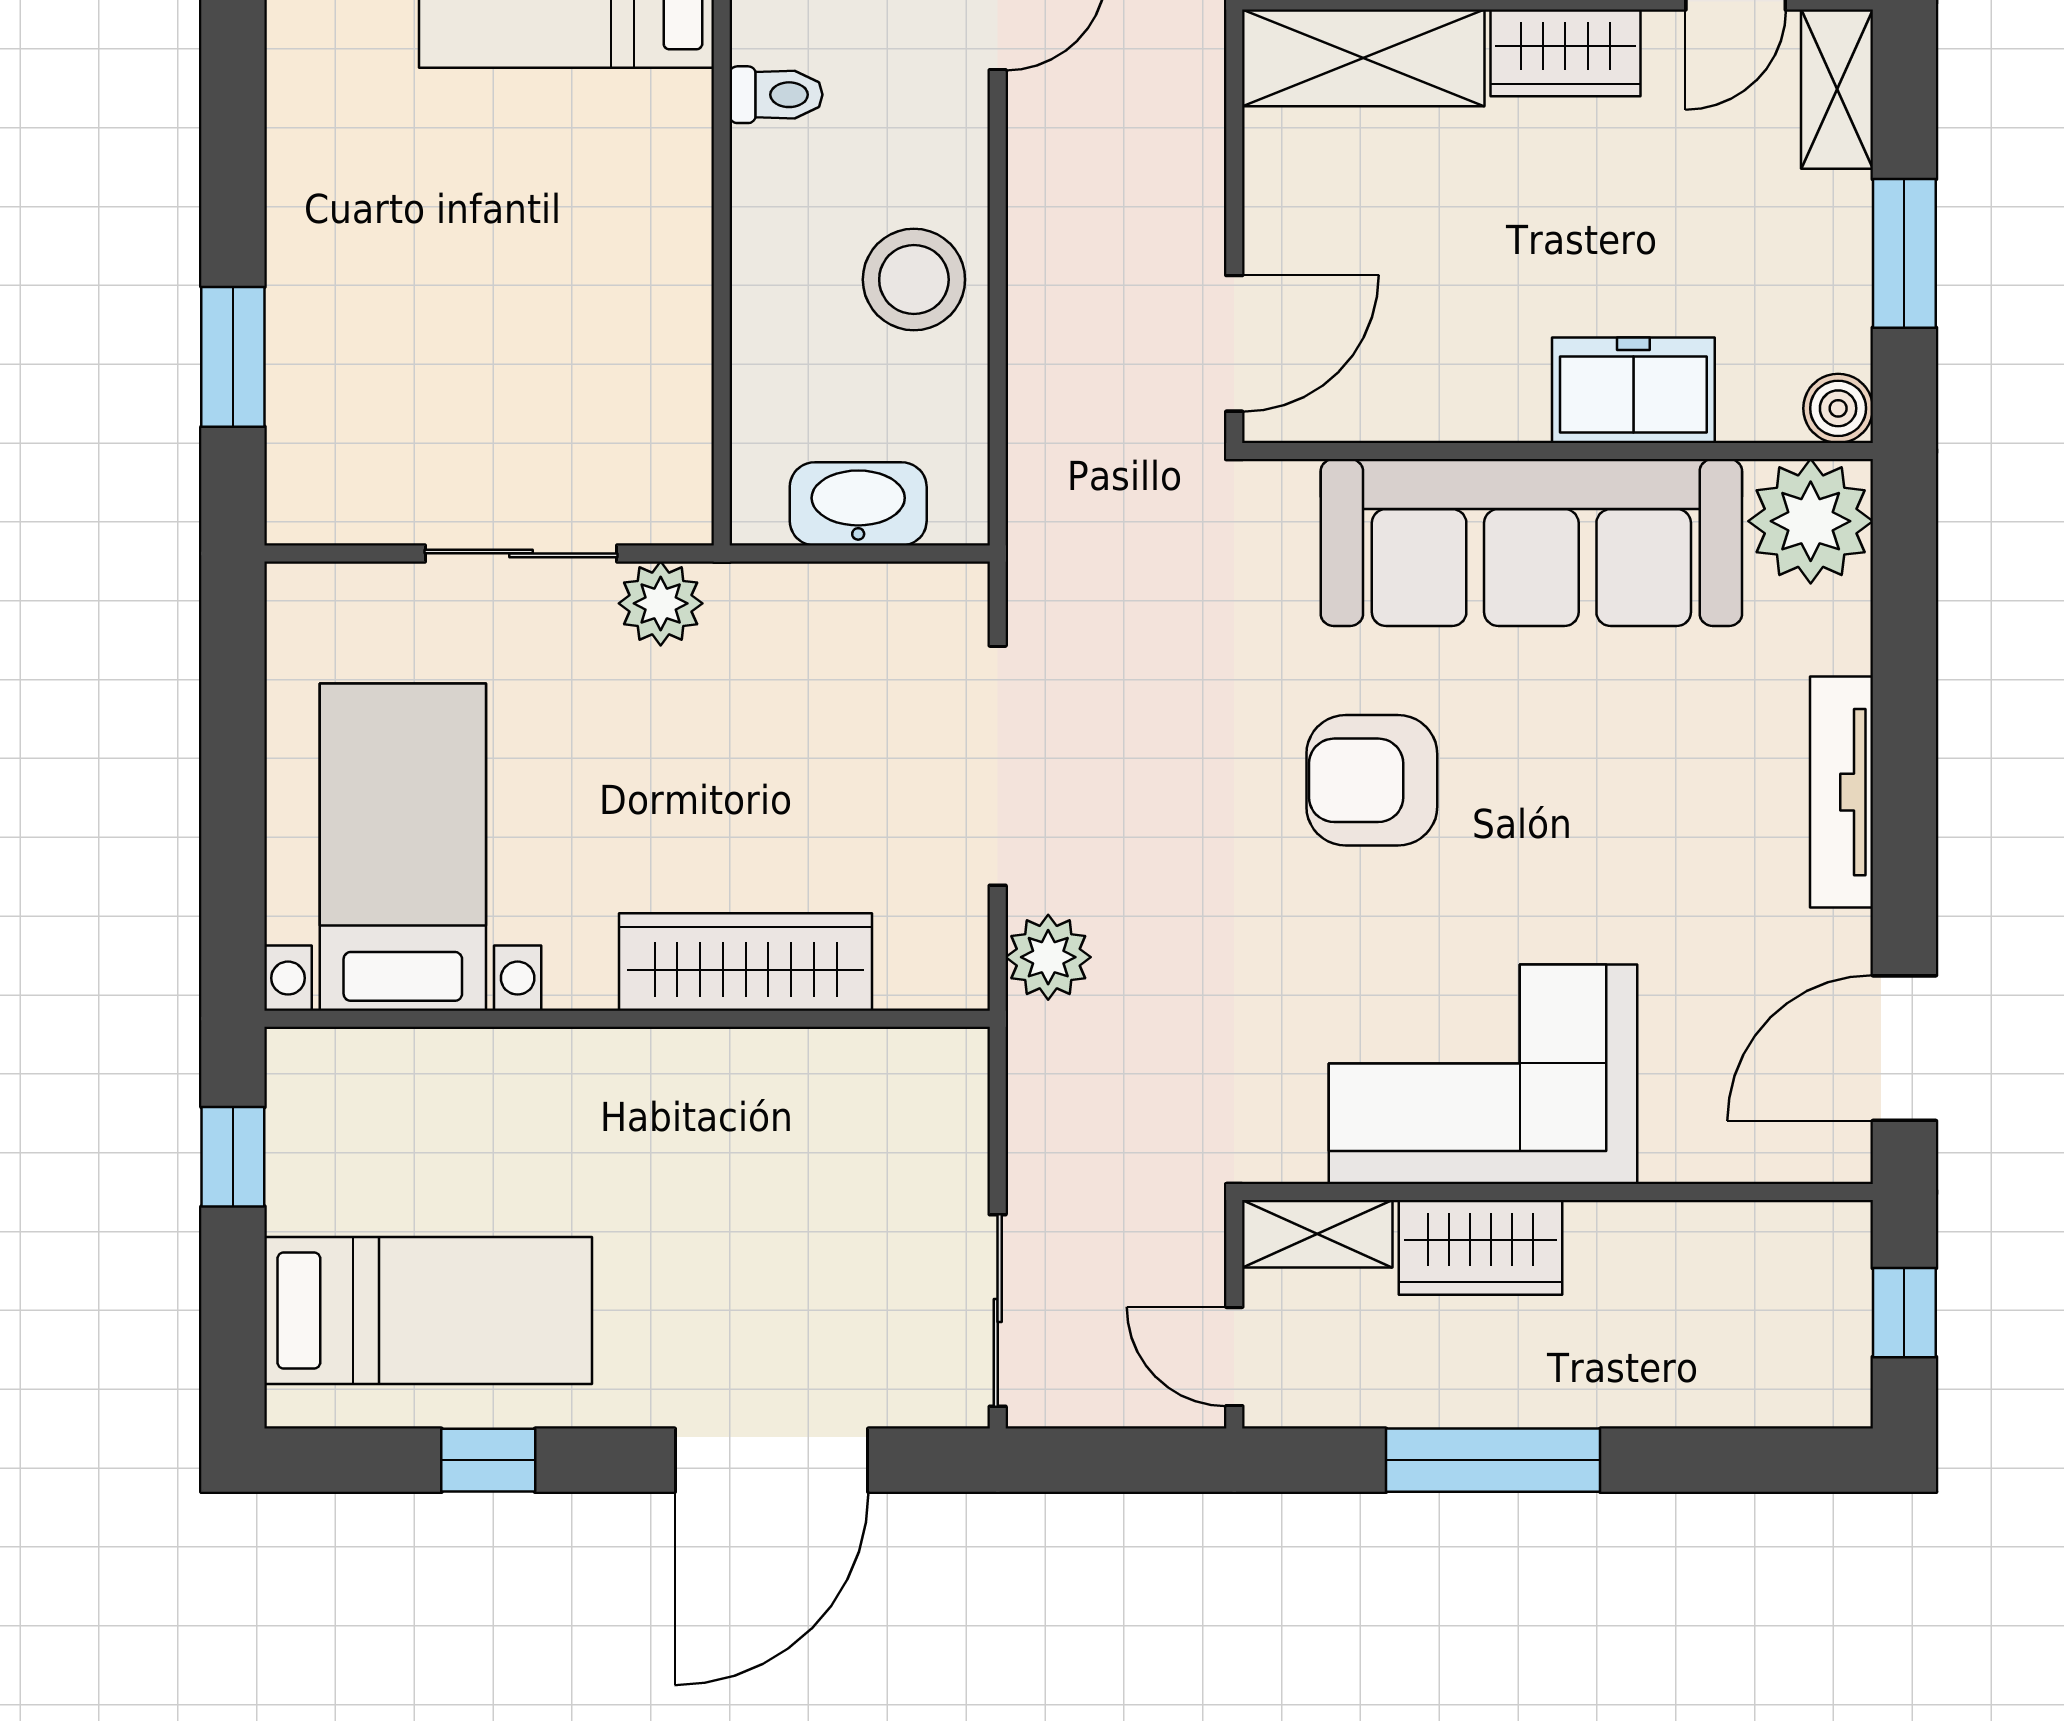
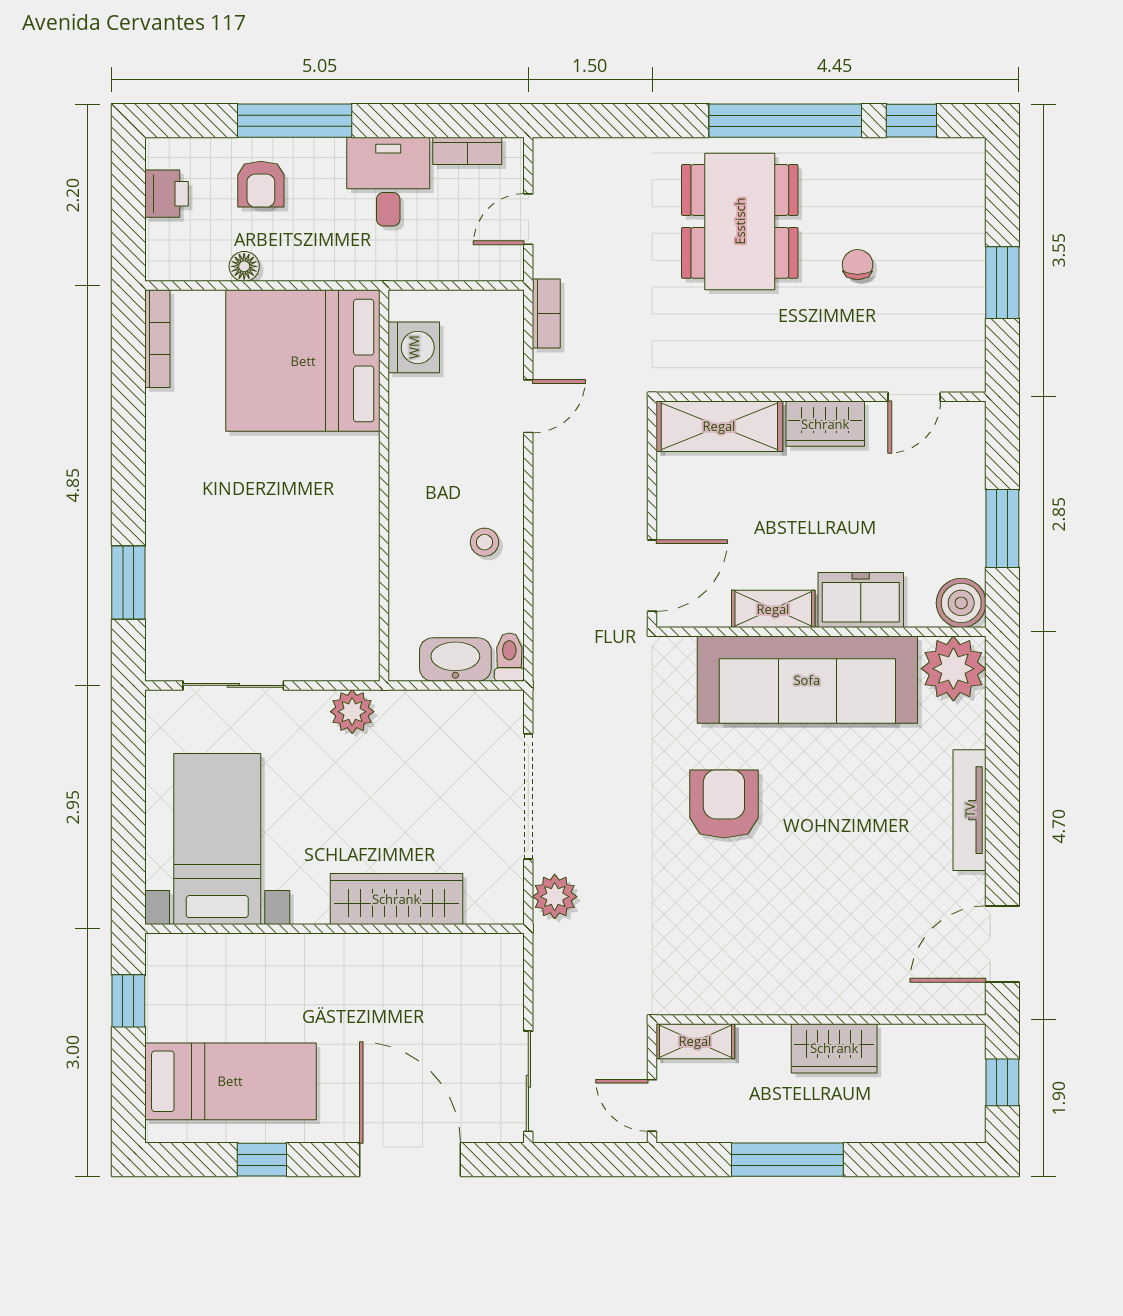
shelving: (1837, 89) -> (773, 609), moved, turned 90
toilet: (776, 95) -> (509, 657), moved, turned -90
stool: (914, 280) -> (485, 542), width x0.53, depth x0.53
boiler: (1838, 408) -> (961, 603), width x1.36, depth x1.36
sliding door: (521, 553) -> (233, 685), moved
armchair: (1372, 780) -> (724, 804), turned 90
corner sofa: (1483, 1074) -> (782, 958), removed
wardrobe: (1480, 1247) -> (834, 1048), moved
door: (771, 1460) -> (410, 1160), swing flipped

